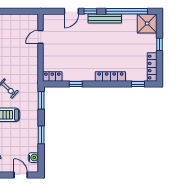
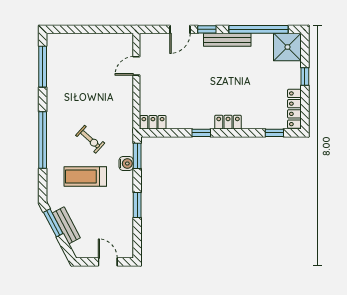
locker: (110, 76) -> (228, 122), width x0.66
window: (76, 84) -> (201, 133), moved
water cooler: (33, 158) -> (126, 163), moved

